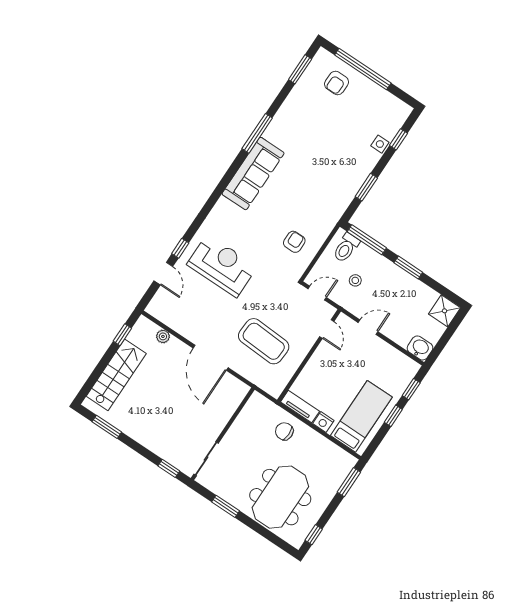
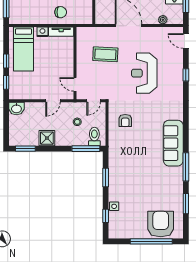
window: (300, 69) -> (186, 204), moved
armchair: (337, 83) -> (161, 224), width x1.88, depth x1.88
reception desk: (222, 266) -> (144, 73), moved, turned 90
window: (408, 268) -> (25, 149), moved
door: (163, 274) -> (186, 41), moved
shower: (445, 311) -> (47, 138), moved
coffee table: (264, 341) -> (105, 54), width x0.73, depth x0.76

